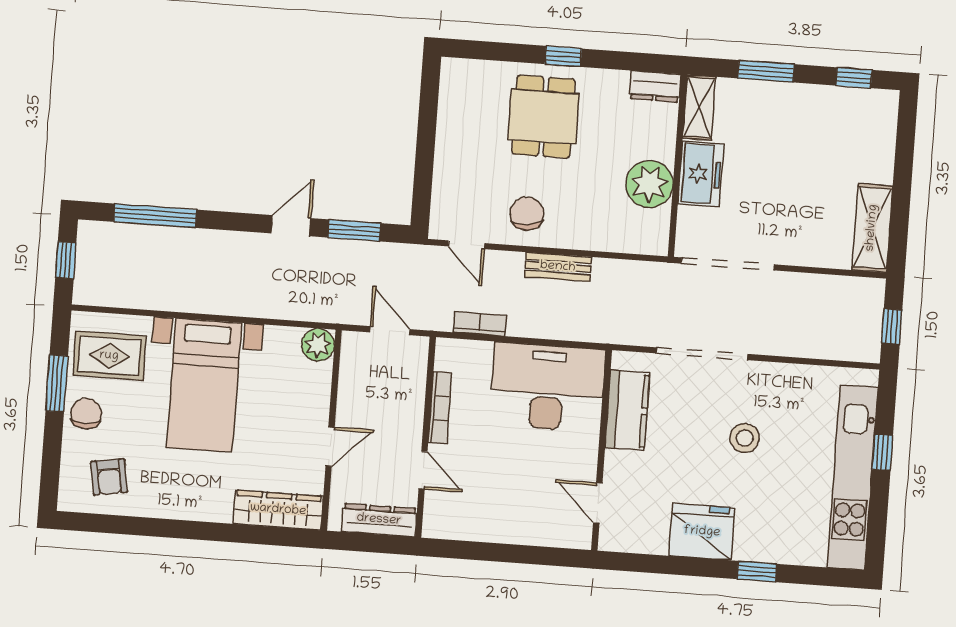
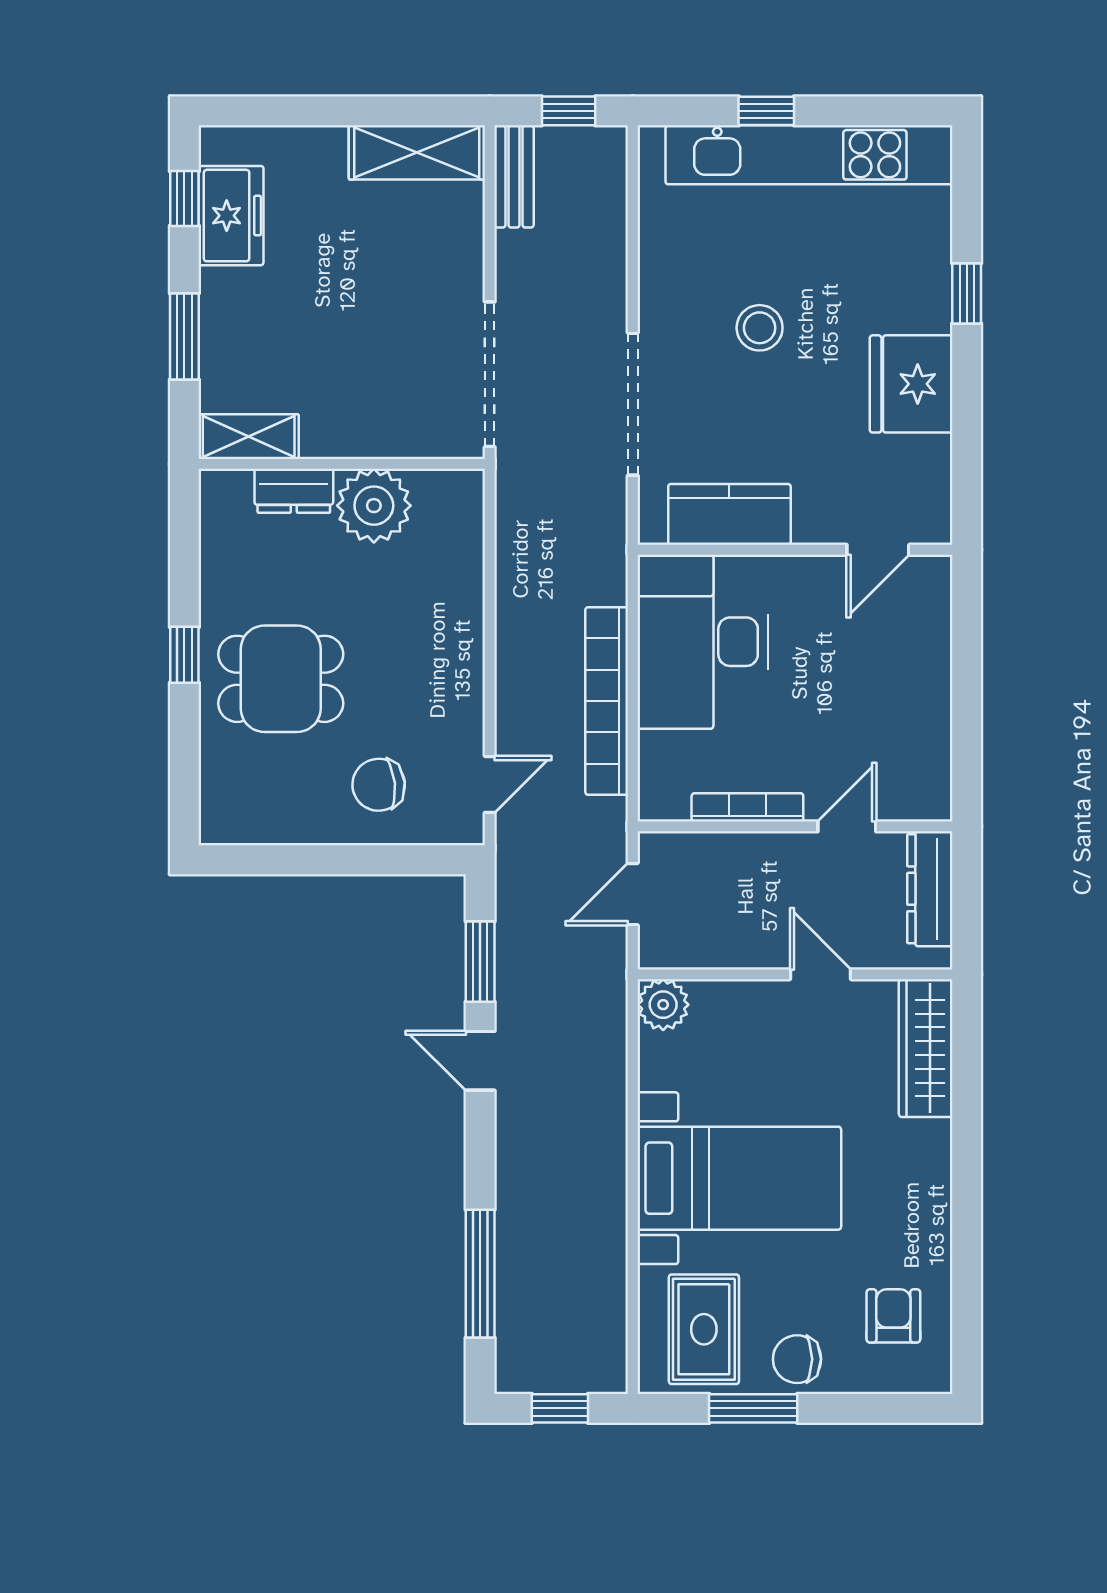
dresser: (655, 86) -> (294, 491), moved, turned 90
freezer: (701, 174) -> (231, 216), moved, turned 90
chair: (527, 214) -> (379, 785), moved
bench: (558, 267) -> (514, 176), moved
bookcase: (480, 324) -> (607, 701), width x2.31, depth x1.31
armchair: (109, 477) -> (893, 1316), turned -81

